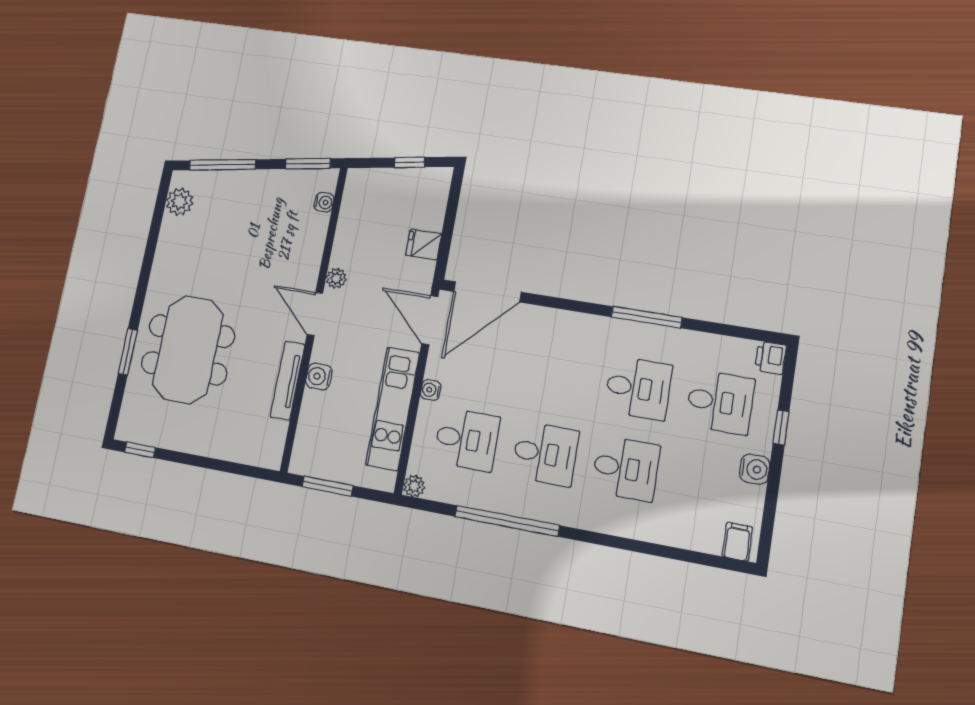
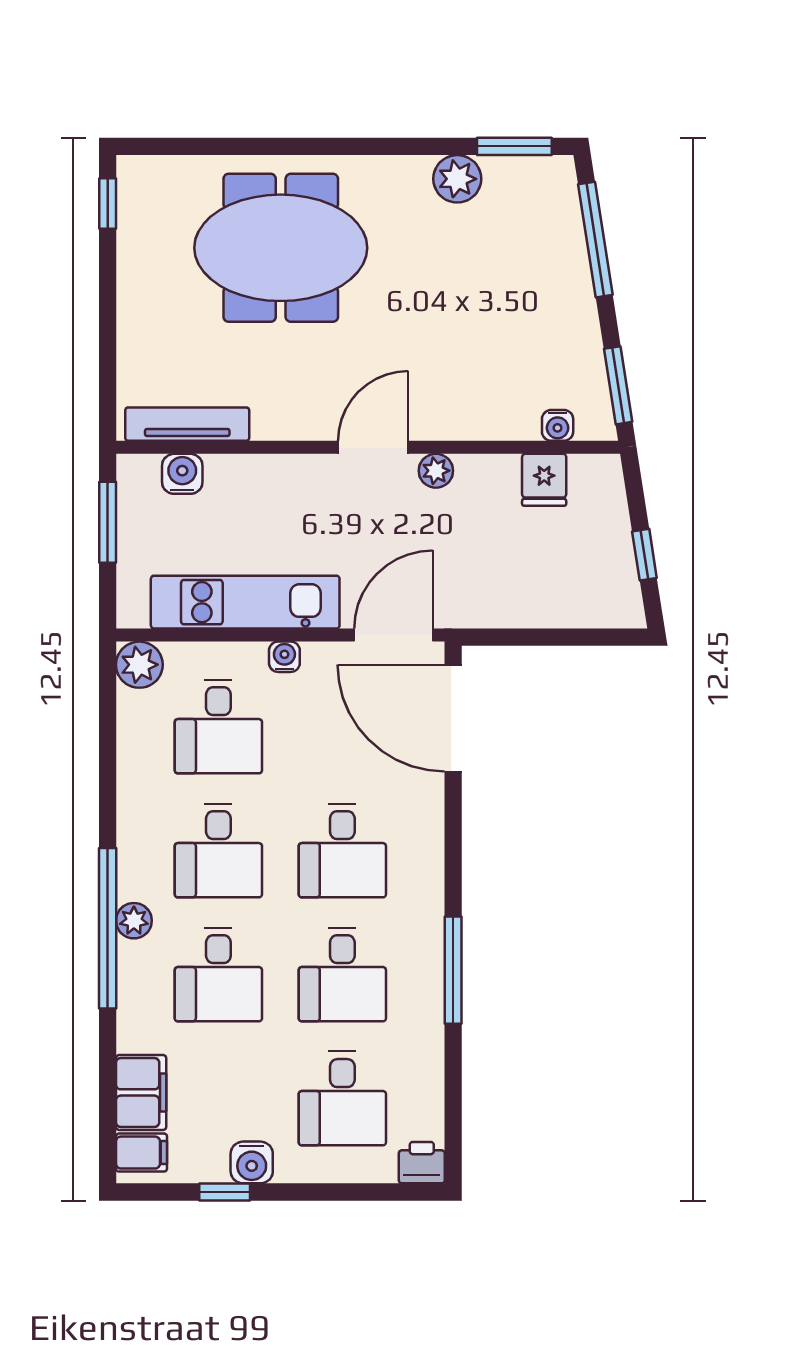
plant: (180, 202) -> (457, 179), moved
fridge: (424, 245) -> (544, 480), moved, turned 180
window: (128, 352) -> (514, 146), moved
desk: (558, 375) -> (342, 850), added
water cooler: (319, 376) -> (182, 474), moved
tv unit: (288, 381) -> (187, 424), moved
window: (781, 428) -> (225, 1192), moved
plant: (414, 486) -> (139, 665), width x1.38, depth x1.38
plant: (581, 517) -> (134, 921), added
window: (507, 521) -> (108, 928), moved
filing cabinet: (696, 534) -> (141, 1092), added

